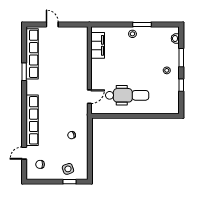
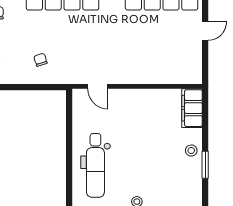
filing cabinet: (98, 45) -> (192, 108), moved, turned 90
dental chair: (127, 95) -> (95, 165), moved

